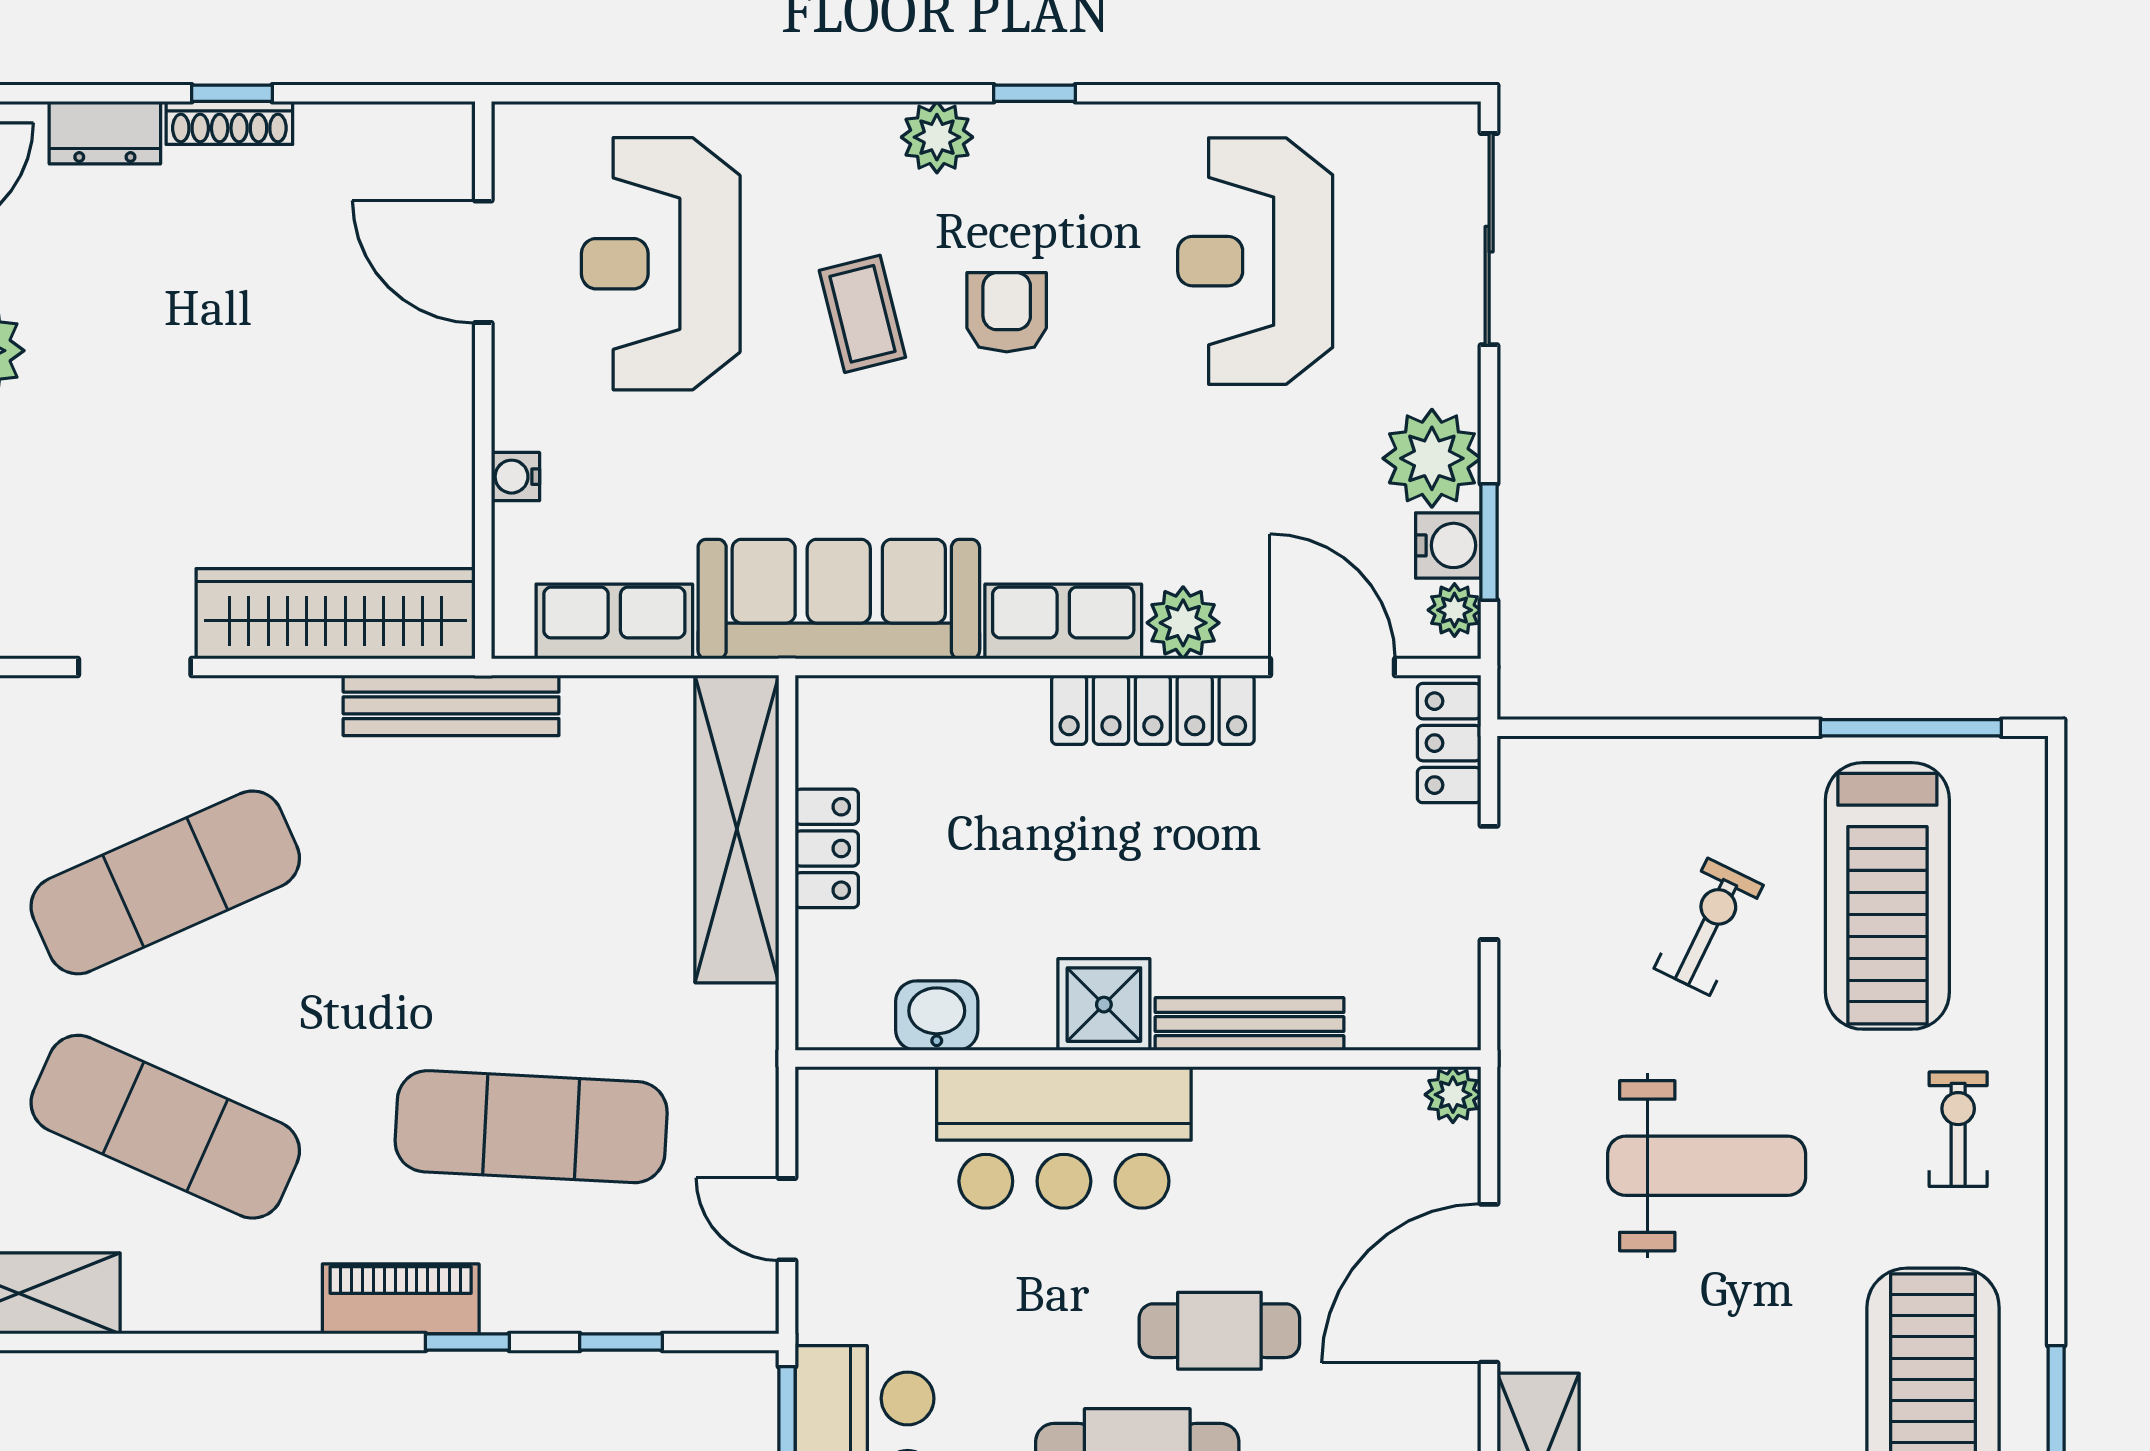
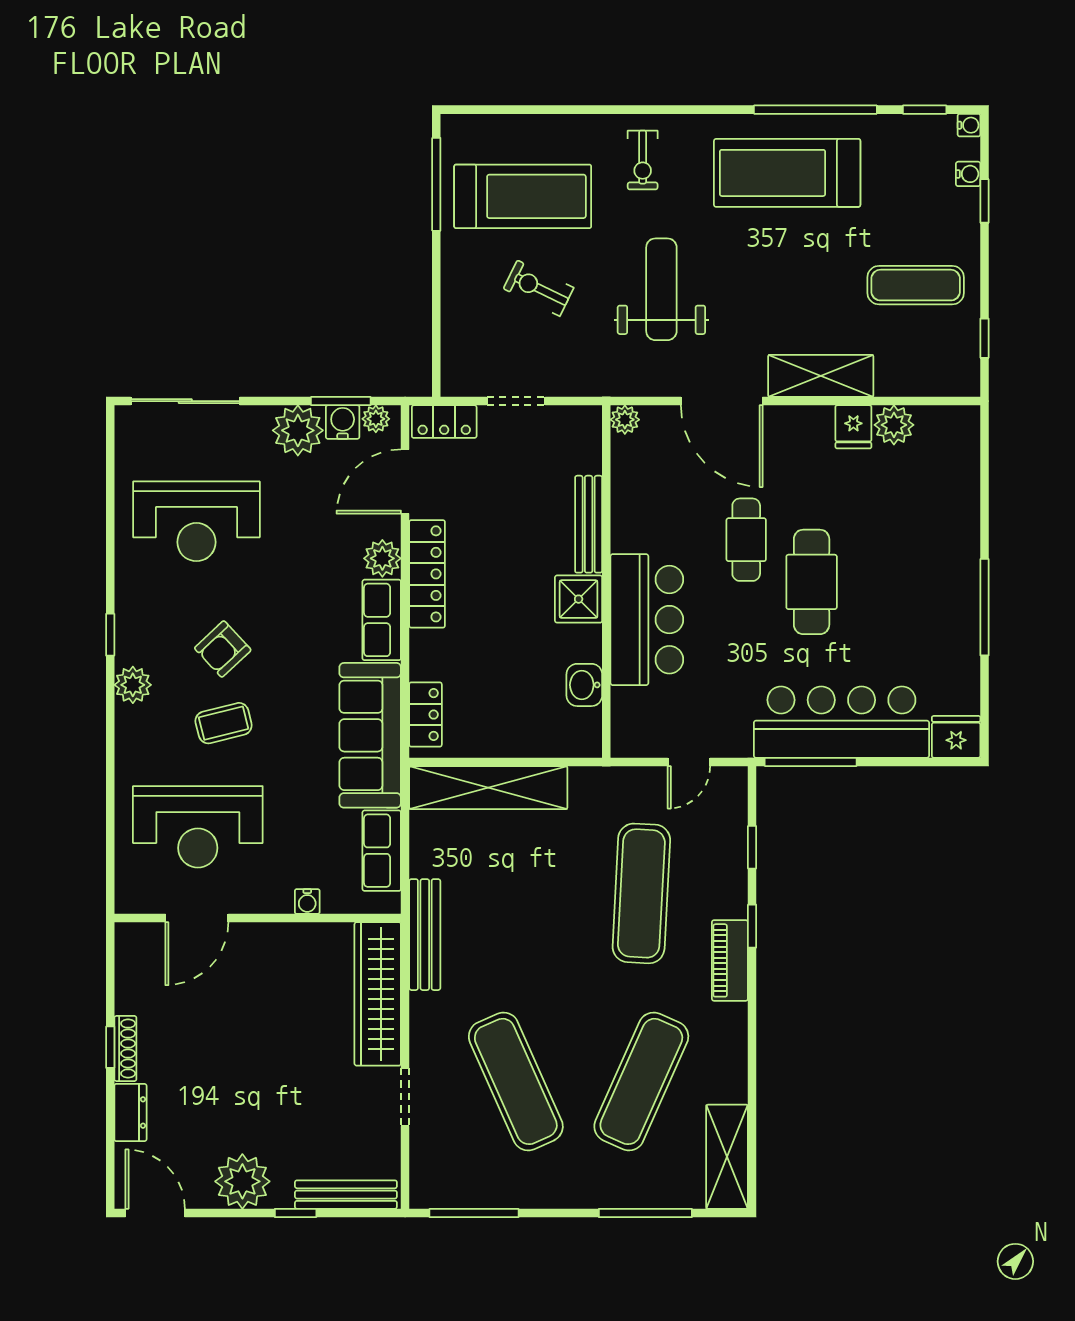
armchair: (1007, 312) -> (223, 649), turned -43
locker: (827, 848) -> (425, 715), moved, turned 90
exercise bike: (1958, 1129) -> (643, 160), turned -90

